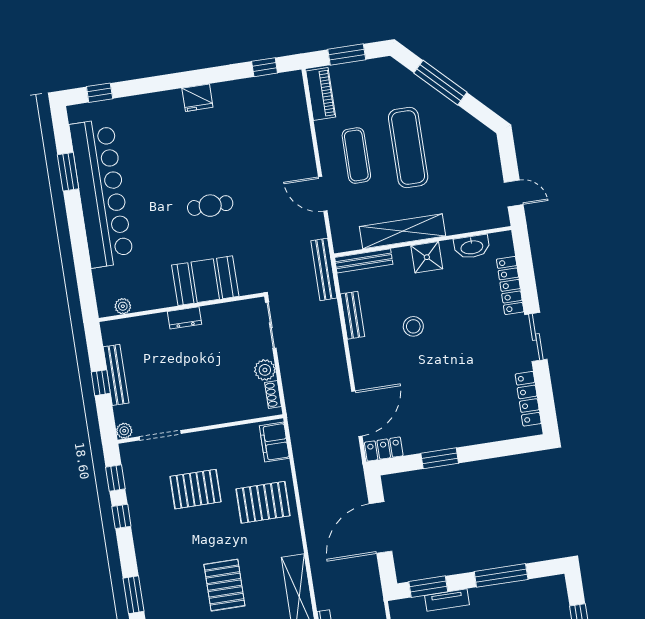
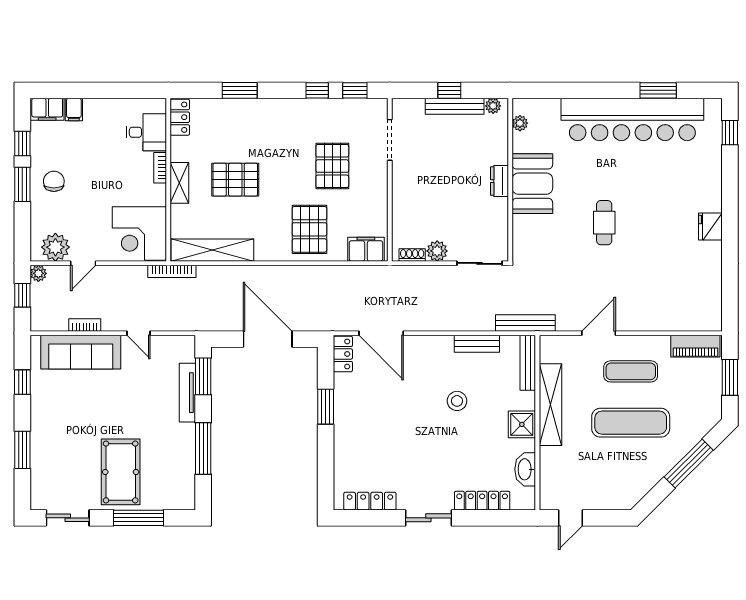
window: (265, 67) -> (730, 296), removed
booth: (205, 281) -> (532, 184), moved
plant: (124, 431) -> (493, 106), moved
tv unit: (447, 600) -> (187, 393), width x1.41

